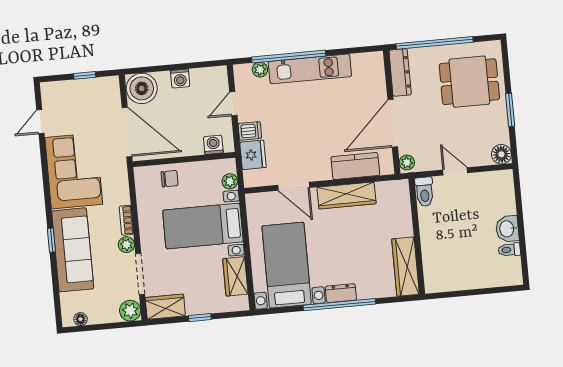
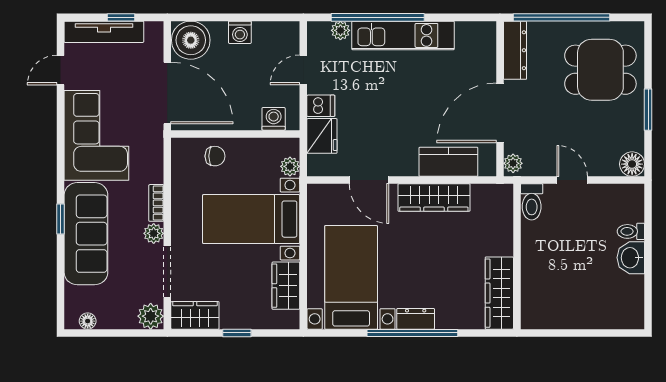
tv unit: (72, 88) -> (104, 32), added
toilet: (509, 250) -> (631, 231), moved

